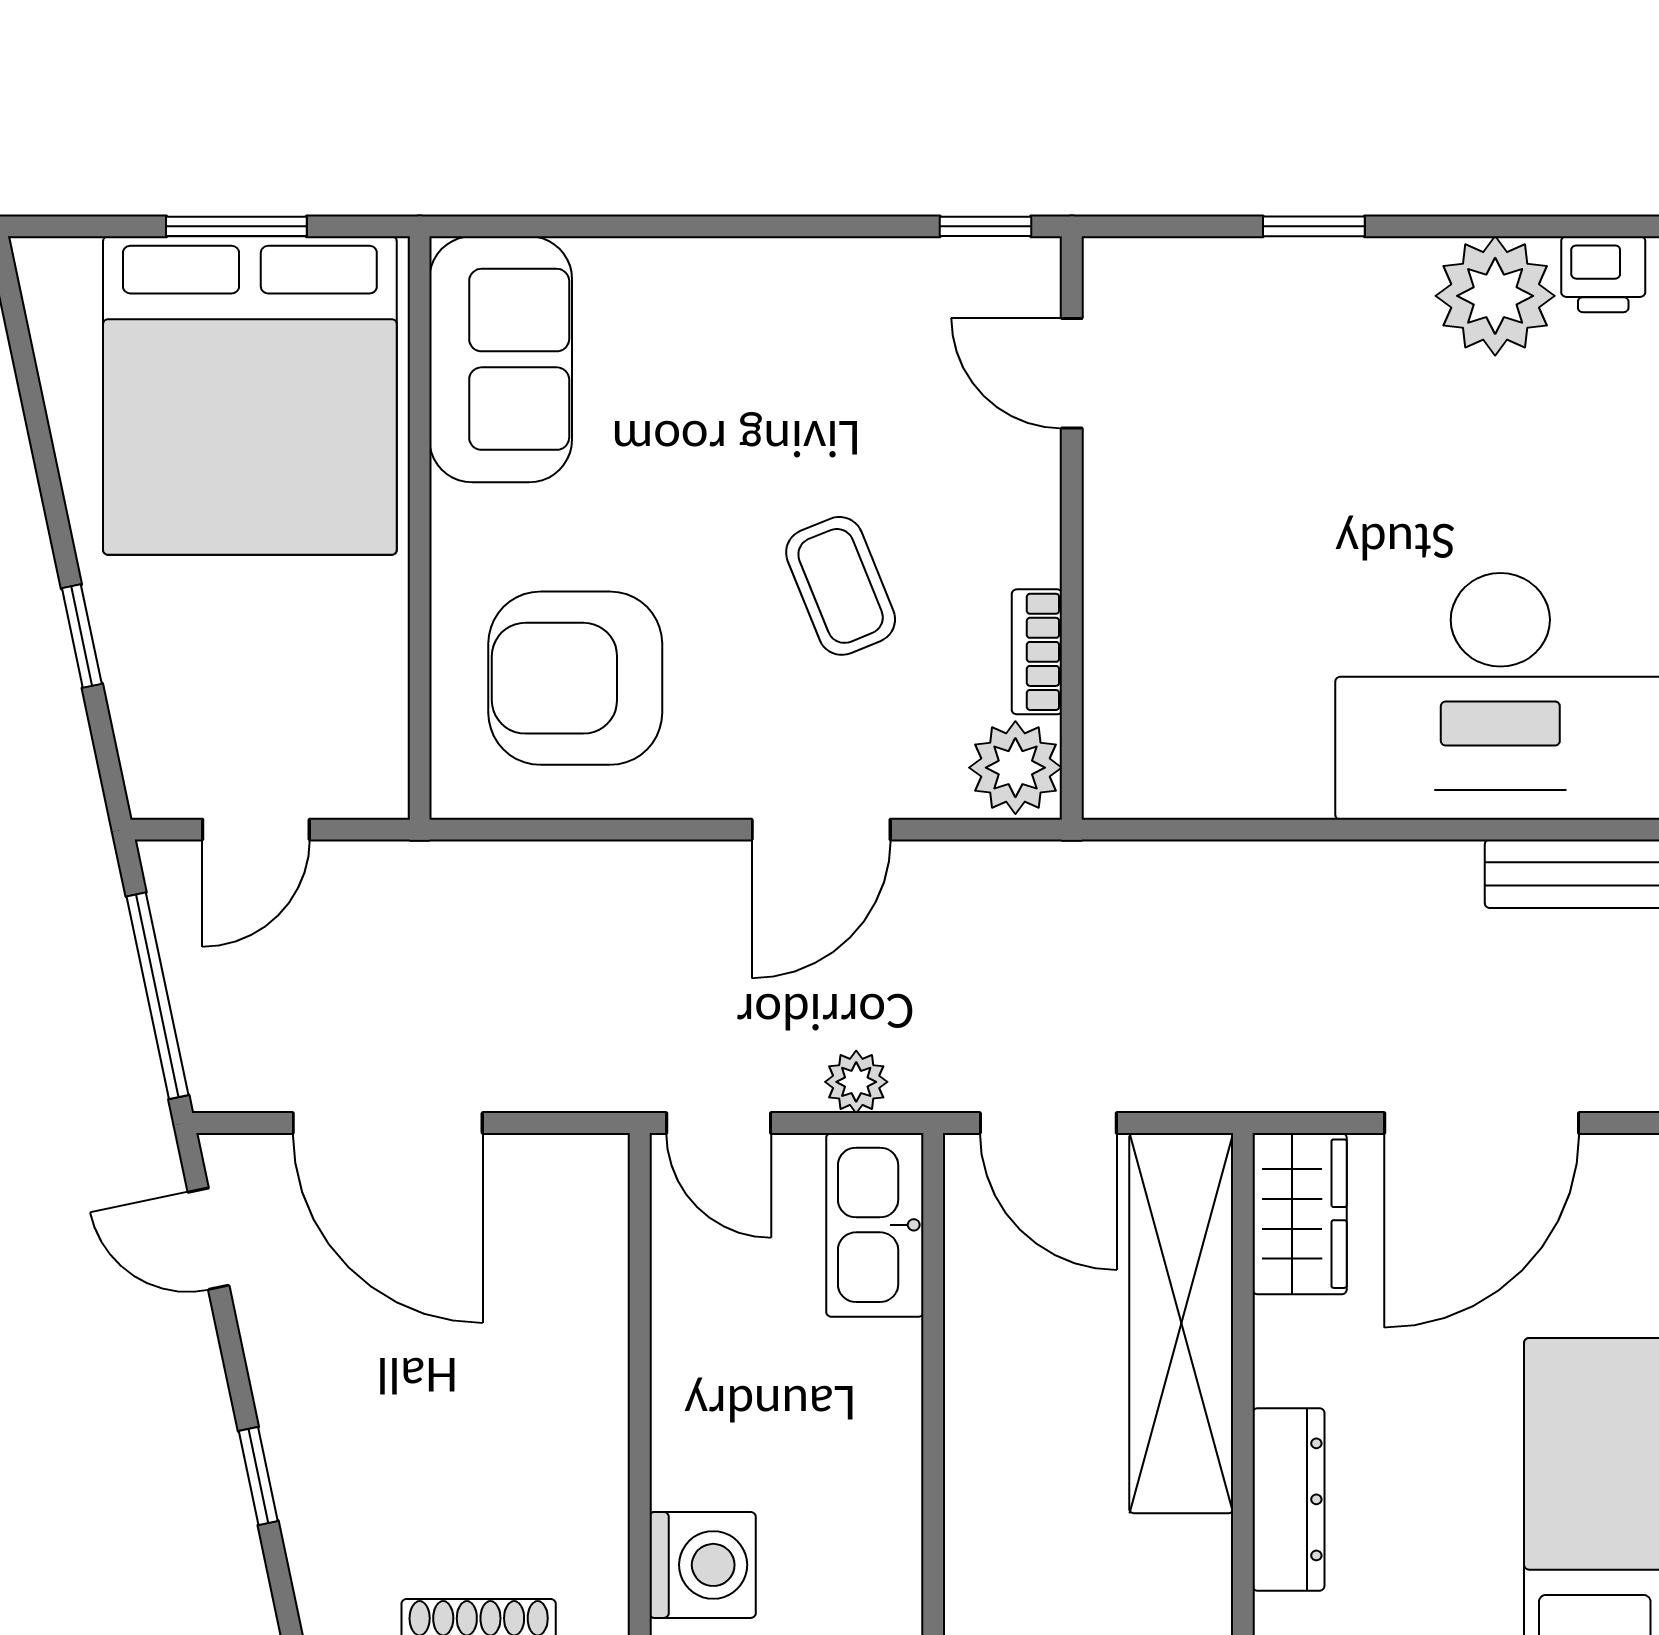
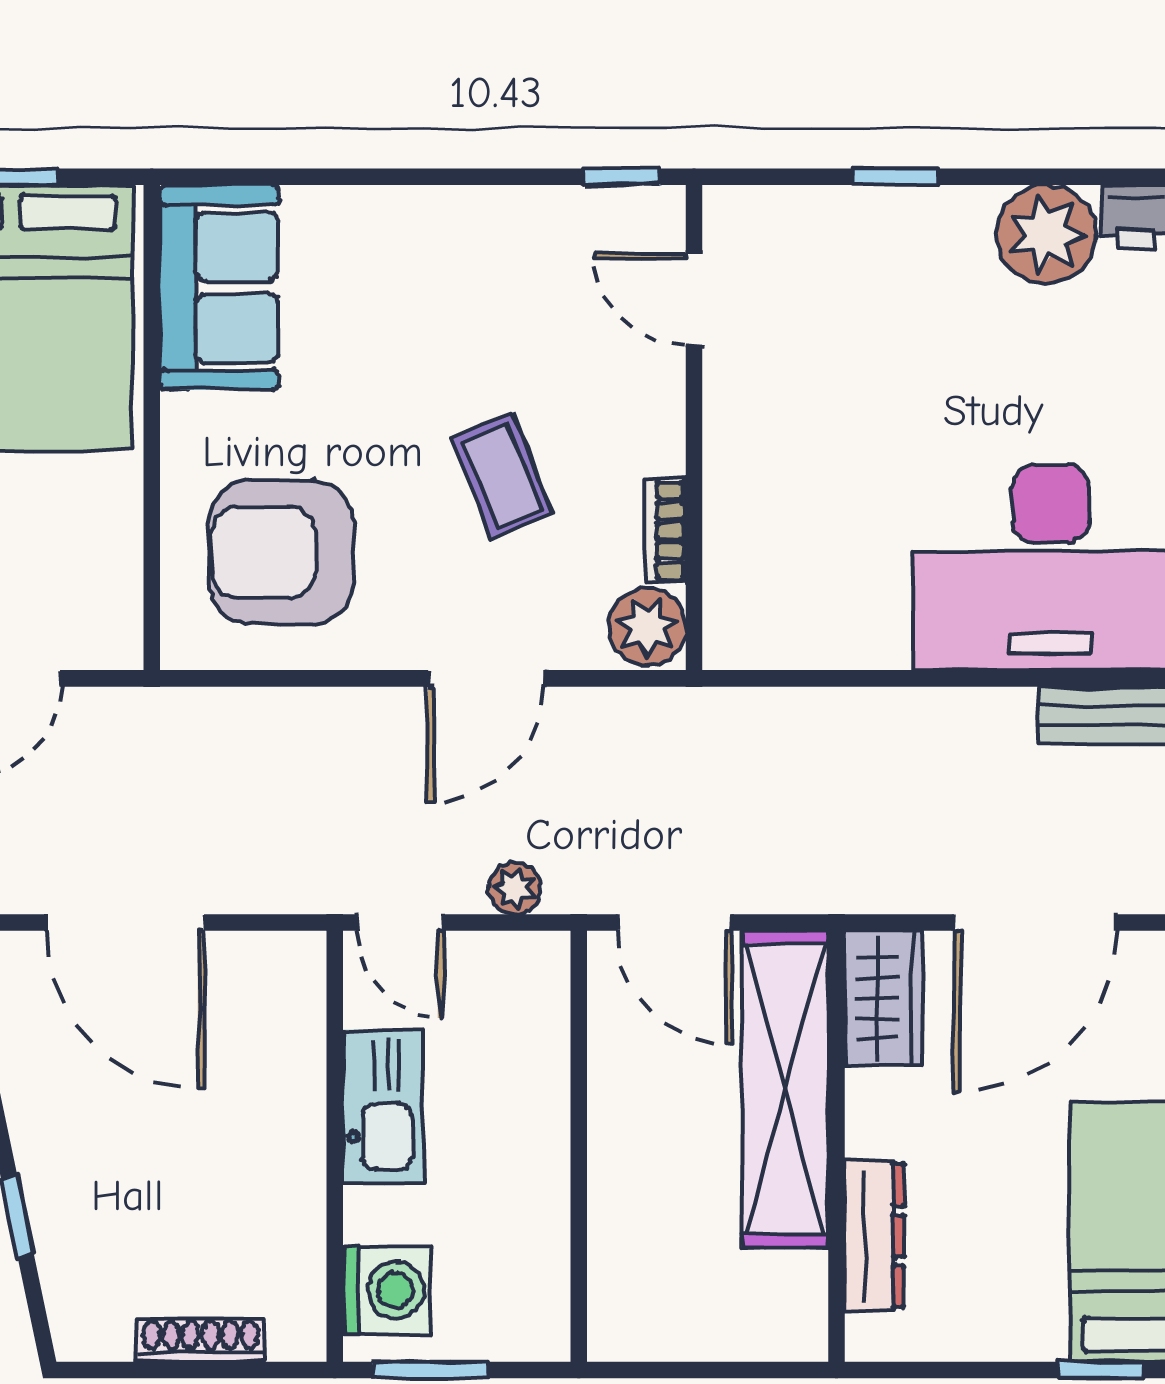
kitchen sink: (875, 1225) -> (383, 1106), moved, turned 180

